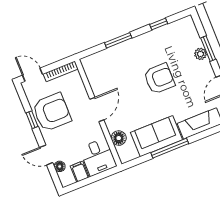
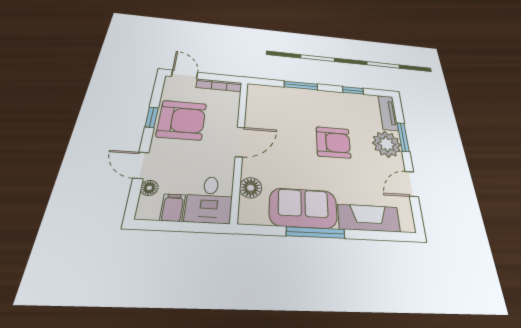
tv unit: (191, 32) -> (388, 113), added
plant: (200, 54) -> (387, 144), width x1.88, depth x1.88

